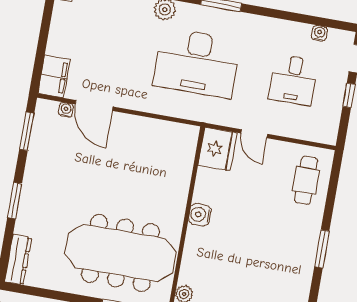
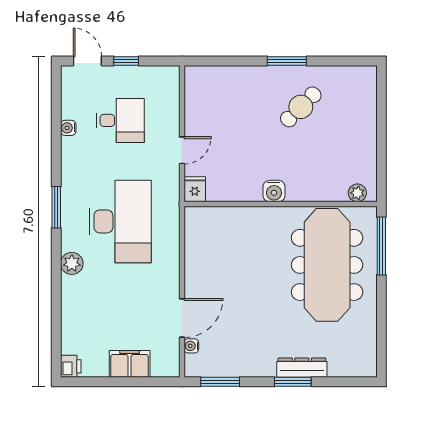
water cooler: (319, 33) -> (68, 128), moved
filing cabinet: (54, 76) -> (130, 364), moved
fridge: (217, 149) -> (195, 189), width x0.53, depth x0.75
cafe table: (306, 180) -> (301, 107), moved, turned -45
dresser: (18, 260) -> (302, 368), moved

